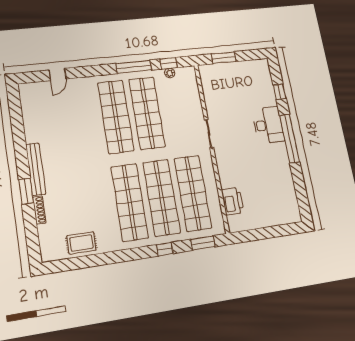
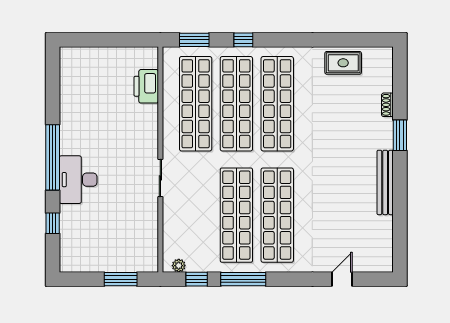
plant: (170, 73) -> (179, 266), moved
bench: (36, 169) -> (385, 182), moved
shoe rack: (39, 210) -> (387, 105), width x0.70

